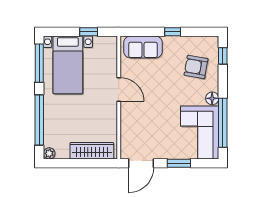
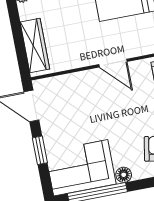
door: (119, 89) -> (113, 63), hinge flipped

